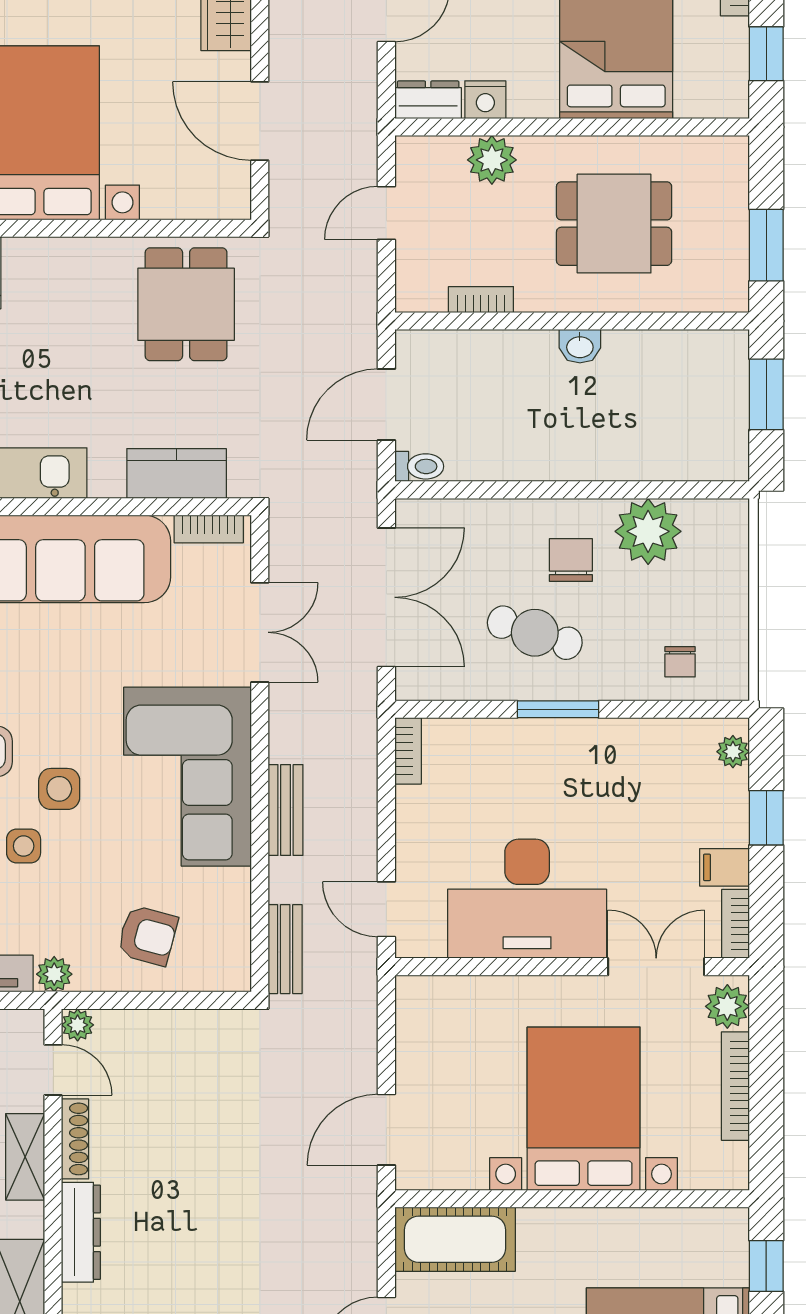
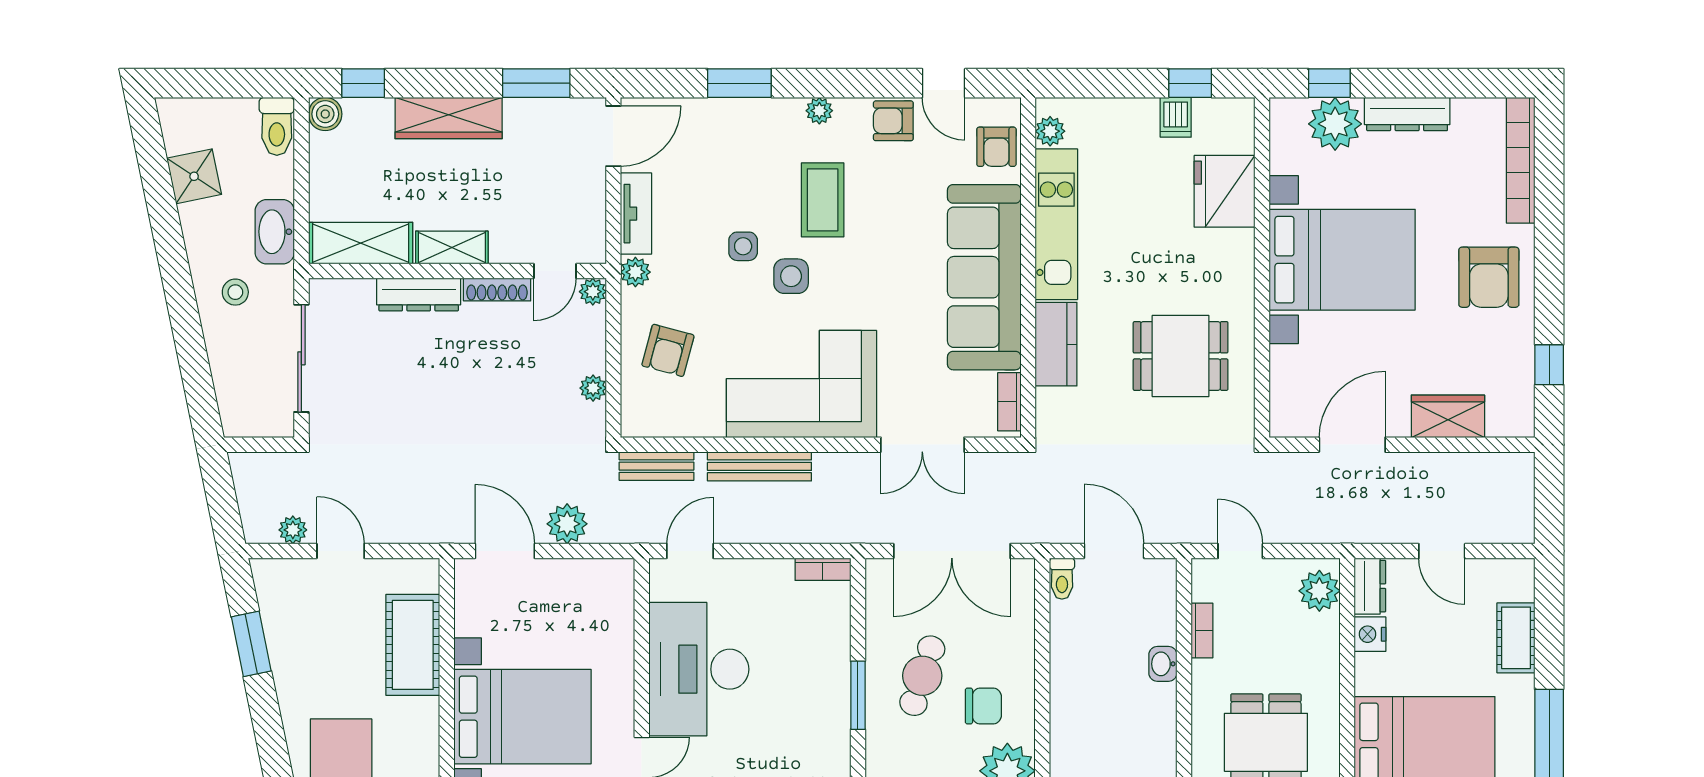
plant: (492, 160) -> (1319, 591), moved
door: (386, 213) -> (1240, 551), moved
dining table: (186, 304) -> (1181, 356), moved
washbasin: (580, 346) -> (1163, 664), moved
kitchen counter: (177, 473) -> (1056, 344), moved
bench: (286, 810) -> (759, 466), width x1.36
plant: (192, 1025) -> (593, 388), added
plant: (354, 1056) -> (567, 524), added
shelving: (25, 1157) -> (452, 248), moved
cot: (455, 1239) -> (413, 645), moved

